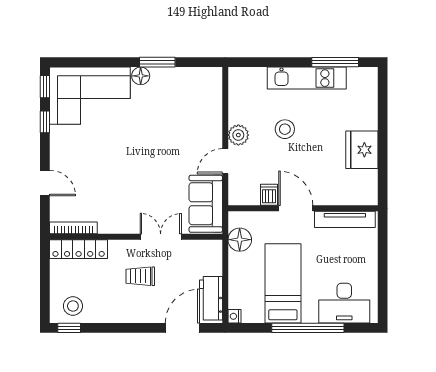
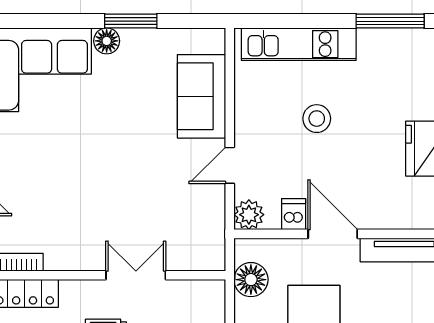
kitchen unit: (307, 78) -> (299, 44), moved
plant: (238, 135) -> (249, 215), moved
sofa: (206, 204) -> (201, 96), moved

